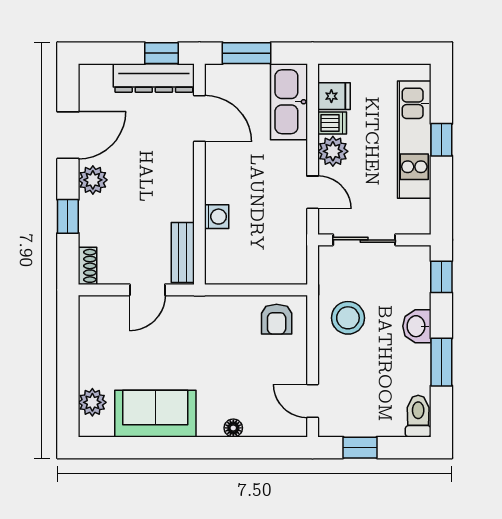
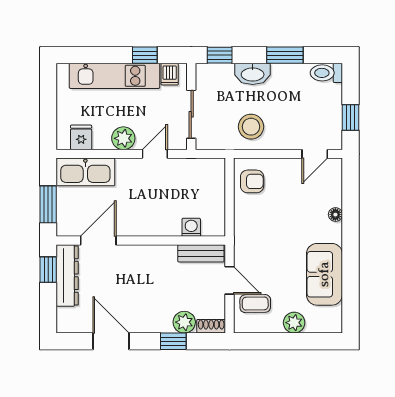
dishwasher: (332, 123) -> (170, 74), moved, turned 180
window: (441, 140) -> (145, 55), moved
plant: (93, 180) -> (184, 322), moved
washing machine: (217, 217) -> (191, 227), moved
coffee table: (117, 323) -> (255, 304), added
washbasin: (417, 326) -> (253, 74), width x1.38
plant: (92, 402) -> (294, 323), moved

